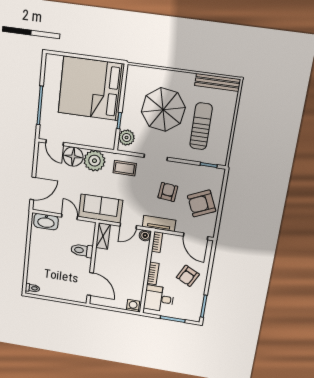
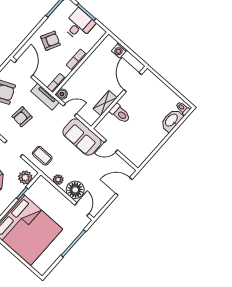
plant: (94, 161) -> (58, 180), width x0.53, depth x0.53
door: (69, 217) -> (111, 146), hinge flipped
washbasin: (46, 222) -> (172, 120), moved, turned -90
shelving: (103, 236) -> (105, 103), moved
desk: (159, 299) -> (79, 25), moved, turned -90
washing machine: (133, 306) -> (119, 50), moved

